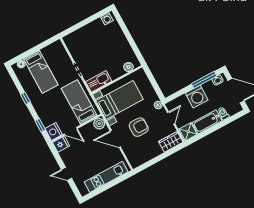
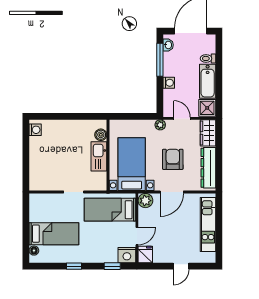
kitchen sink: (99, 81) -> (99, 156), moved
washing machine: (197, 97) -> (169, 83), width x0.53, depth x0.53
dresser: (146, 155) -> (208, 168), added

